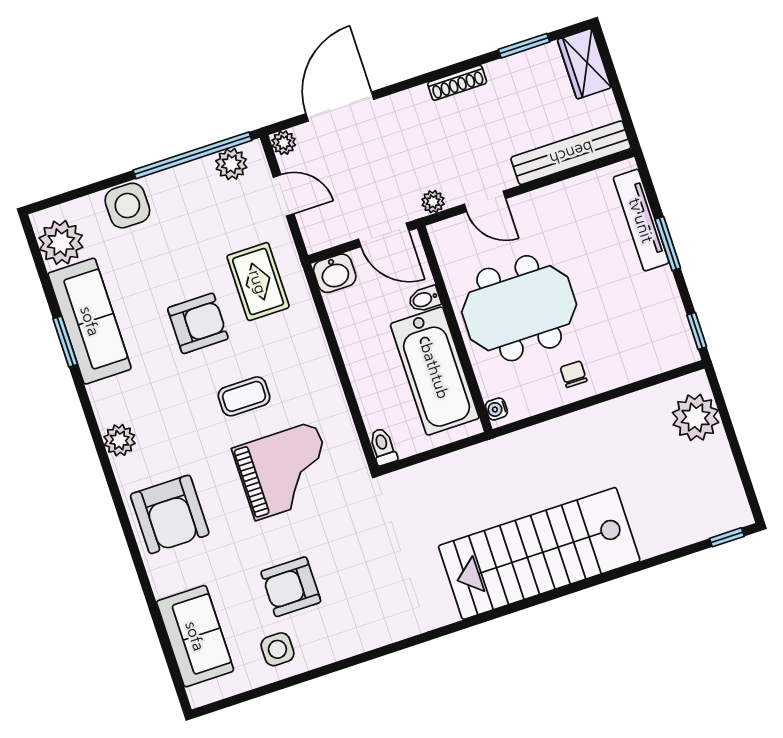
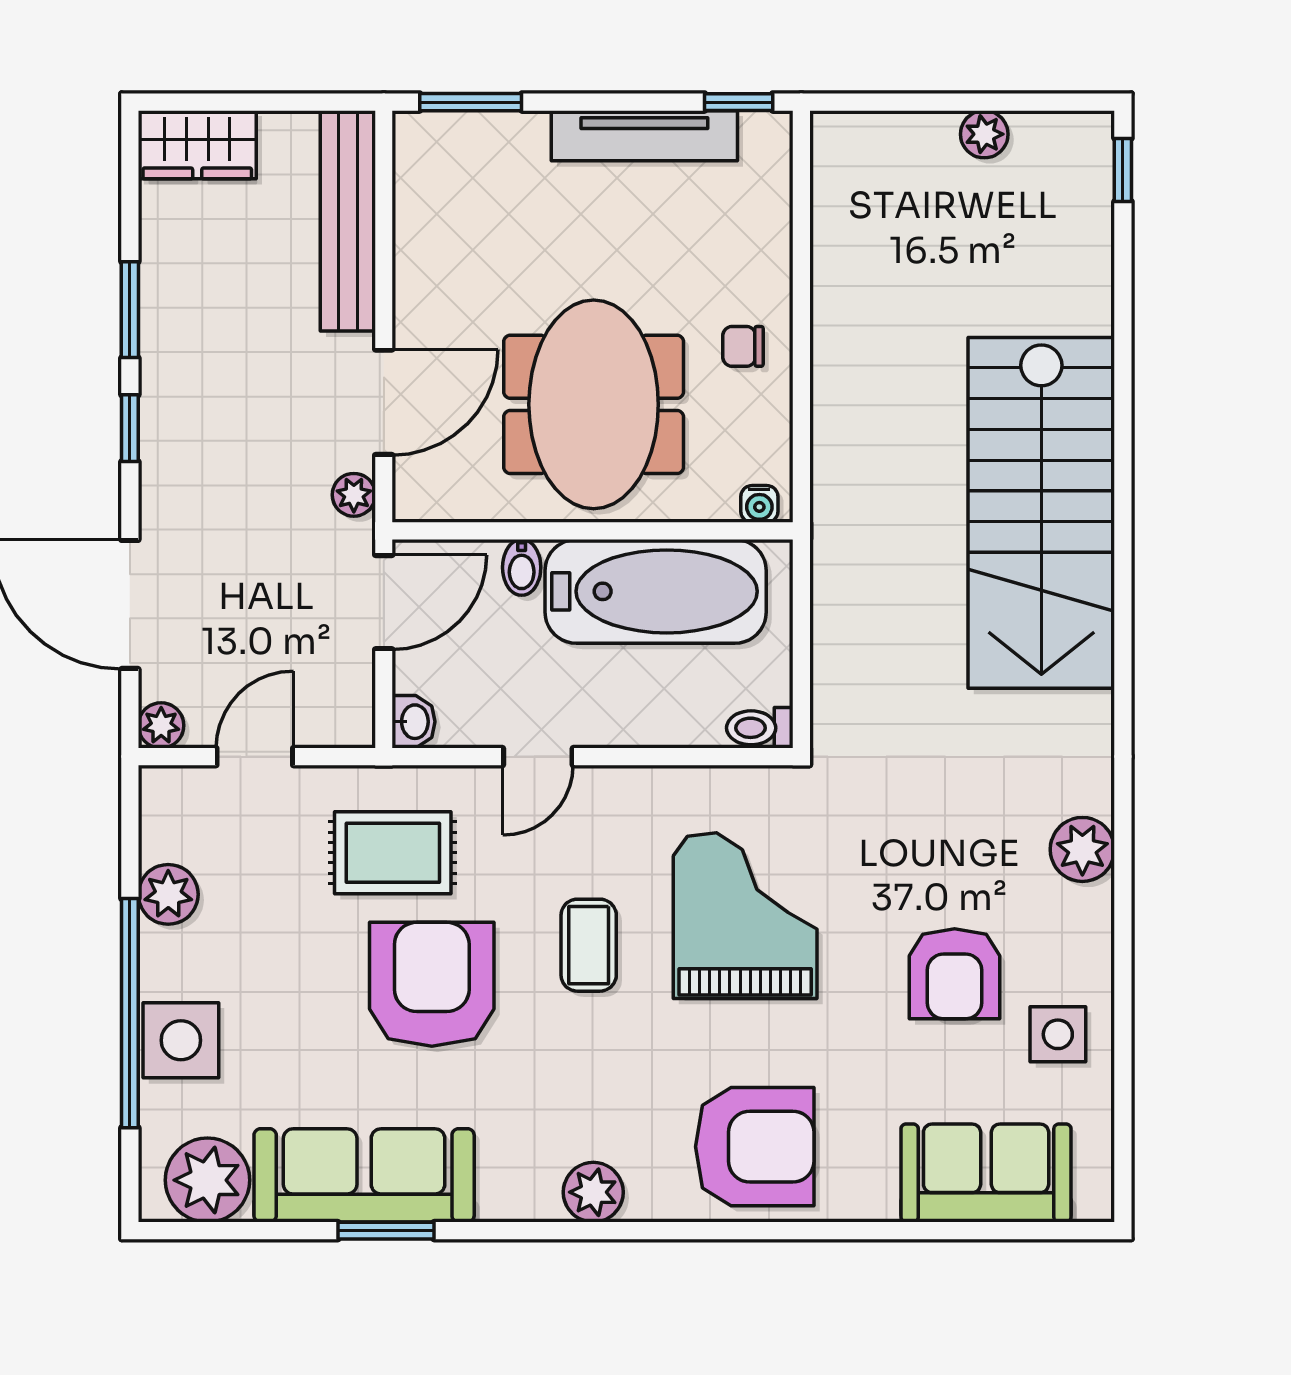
window: (524, 46) -> (130, 310), moved
window: (429, 77) -> (130, 428), added
shoe rack: (457, 83) -> (156, 382), removed
window: (192, 155) -> (130, 1013), moved
plant: (231, 164) -> (168, 894), moved
door: (485, 201) -> (384, 402), width x1.38
tv unit: (641, 220) -> (644, 136), moved
window: (668, 244) -> (471, 102), moved
washbasin: (335, 273) -> (414, 722), width x0.72, depth x0.69
armchair: (198, 323) -> (432, 984), width x1.36, depth x1.36
door: (331, 339) -> (538, 757), added
plant: (696, 417) -> (984, 134), moved, width x0.53, depth x0.53
plant: (375, 631) -> (1082, 849), added

